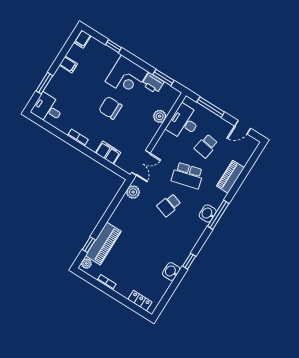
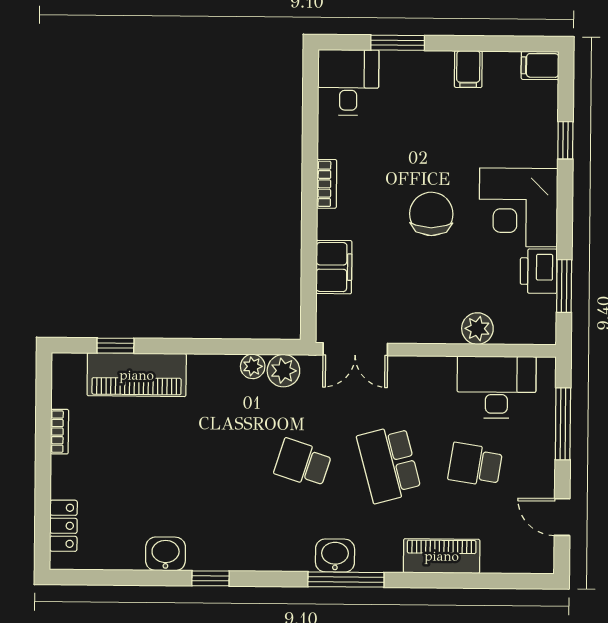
plant: (86, 263) -> (253, 366), moved

